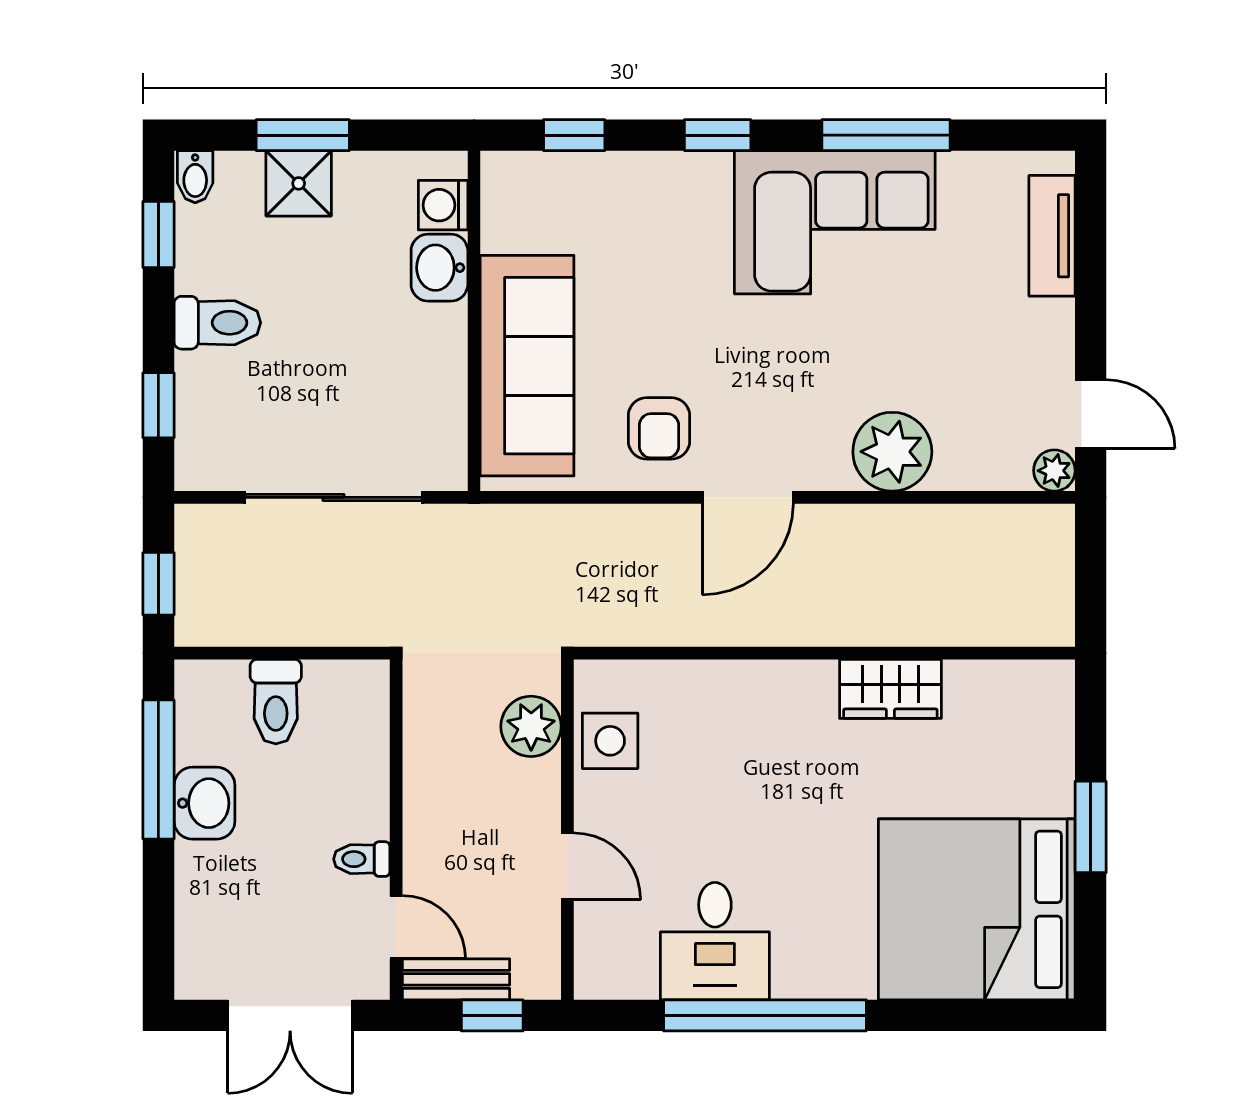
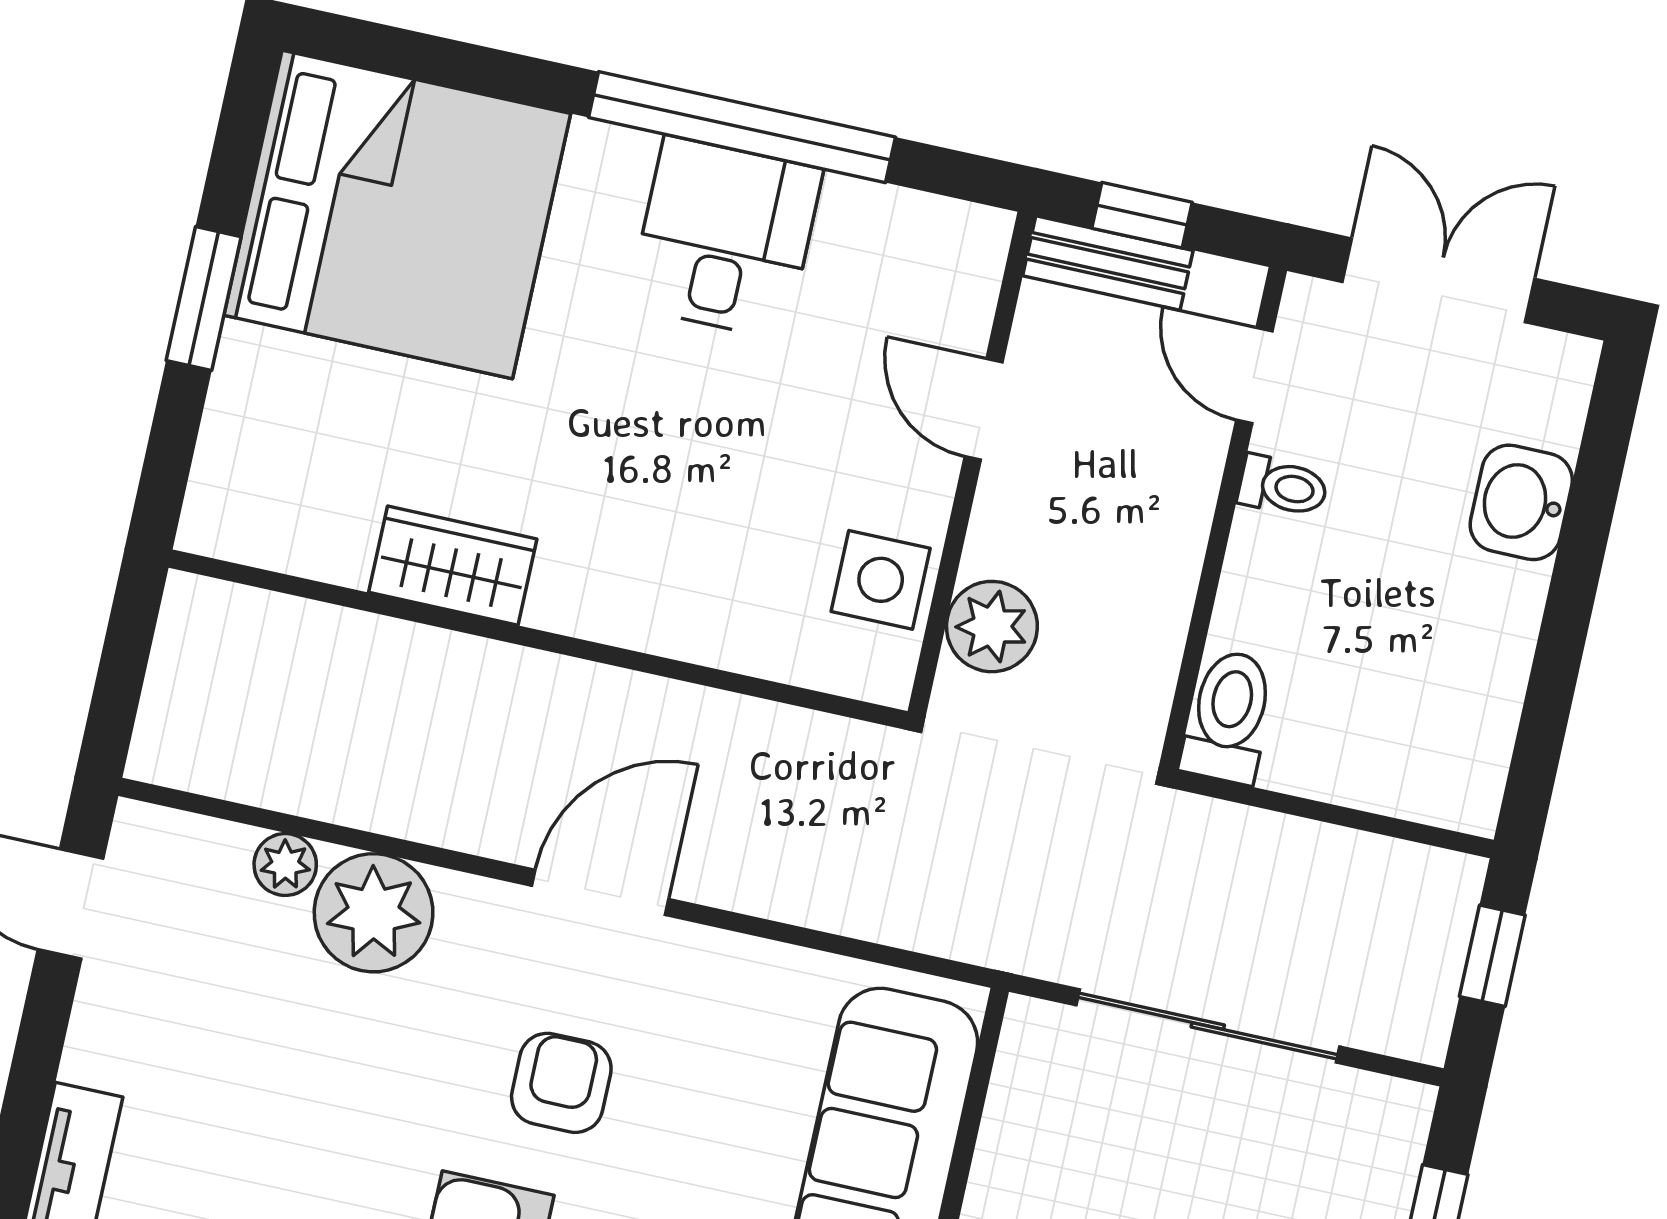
armchair: (659, 428) -> (561, 1083), moved
plant: (1054, 471) -> (285, 865), moved
toilet: (276, 702) -> (1228, 717), moved
window: (158, 769) -> (1552, 683), removed
washbasin: (204, 803) -> (1521, 502), moved
desk: (715, 941) -> (725, 238), moved
bench: (456, 979) -> (1108, 263), moved

